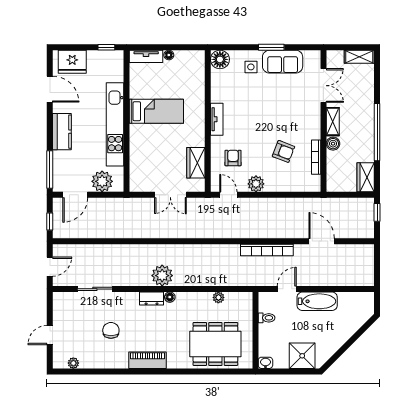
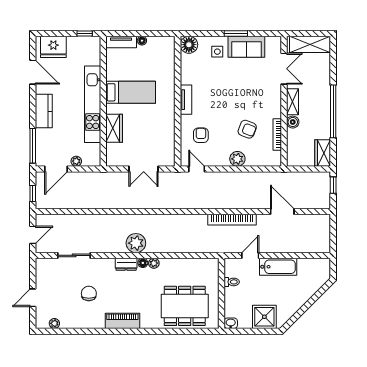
shelving: (359, 57) -> (310, 44), width x1.50, depth x1.33
wardrobe: (196, 163) -> (114, 128), moved, turned 180
plant: (102, 181) -> (76, 161), width x0.53, depth x0.53
plant: (256, 184) -> (237, 159), moved
plant: (218, 297) -> (154, 263), moved

